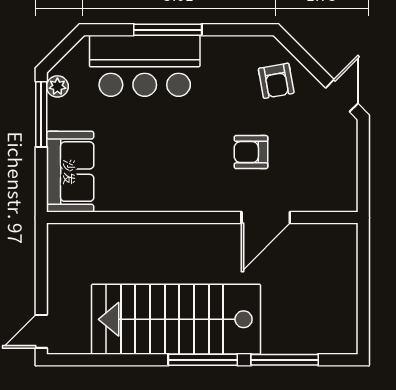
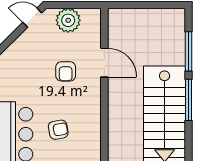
armchair: (276, 81) -> (58, 130), moved
plant: (337, 156) -> (68, 20), added

